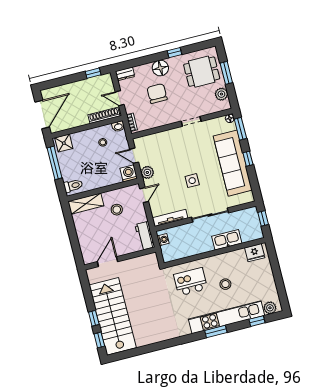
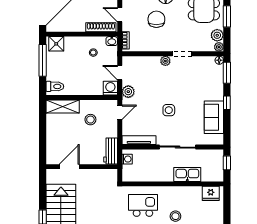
plant: (226, 105) -> (219, 47), added
plant: (176, 133) -> (165, 61), added
sofa: (233, 163) -> (214, 117), width x0.54, depth x0.79

